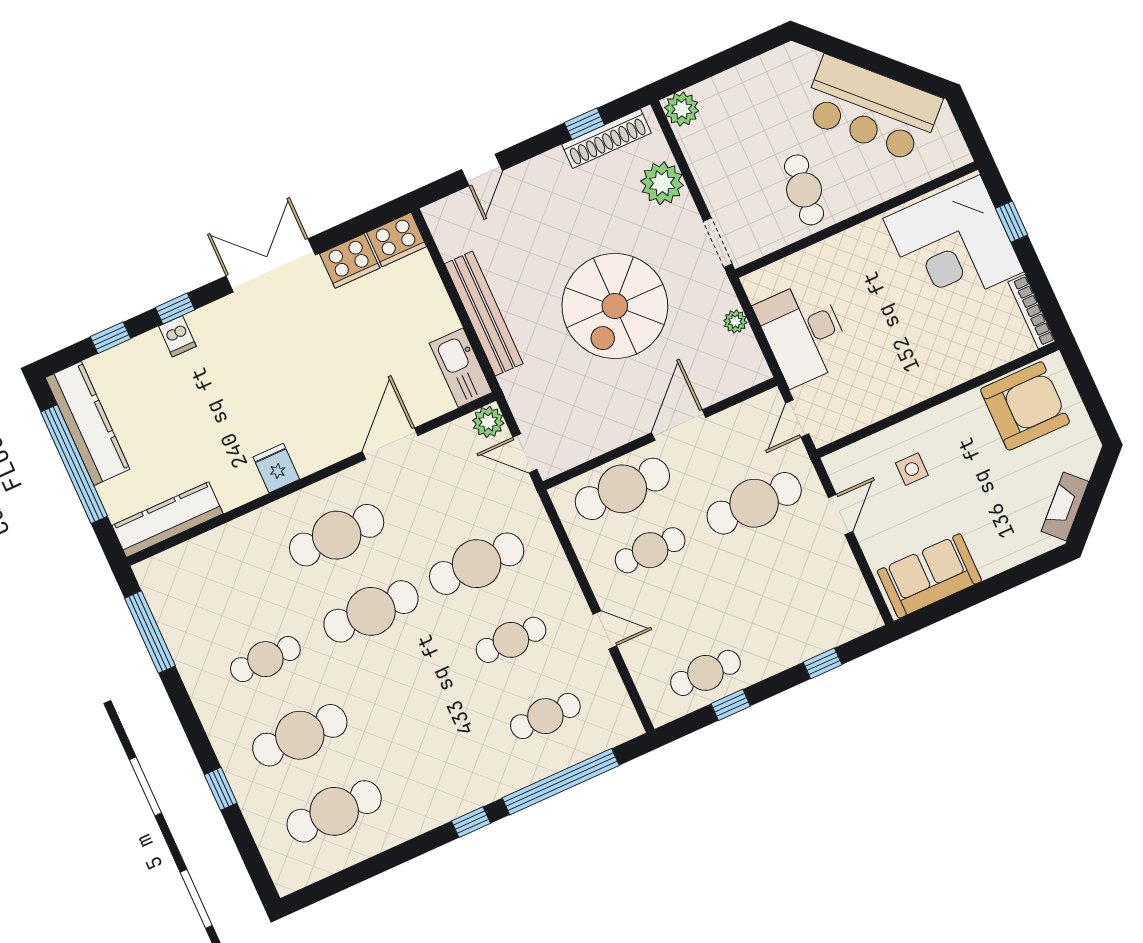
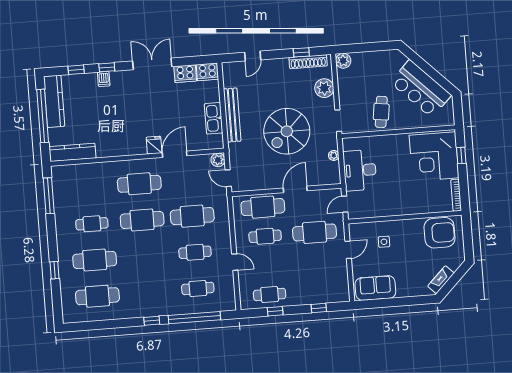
kitchen sink: (461, 368) -> (214, 118), moved
fridge: (276, 468) -> (154, 145), moved

